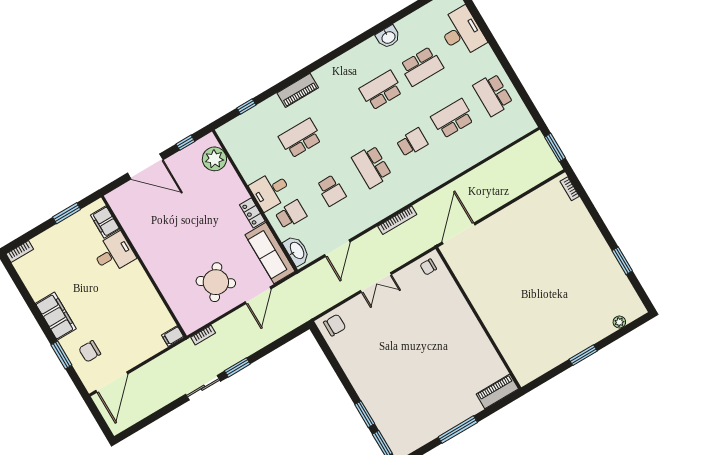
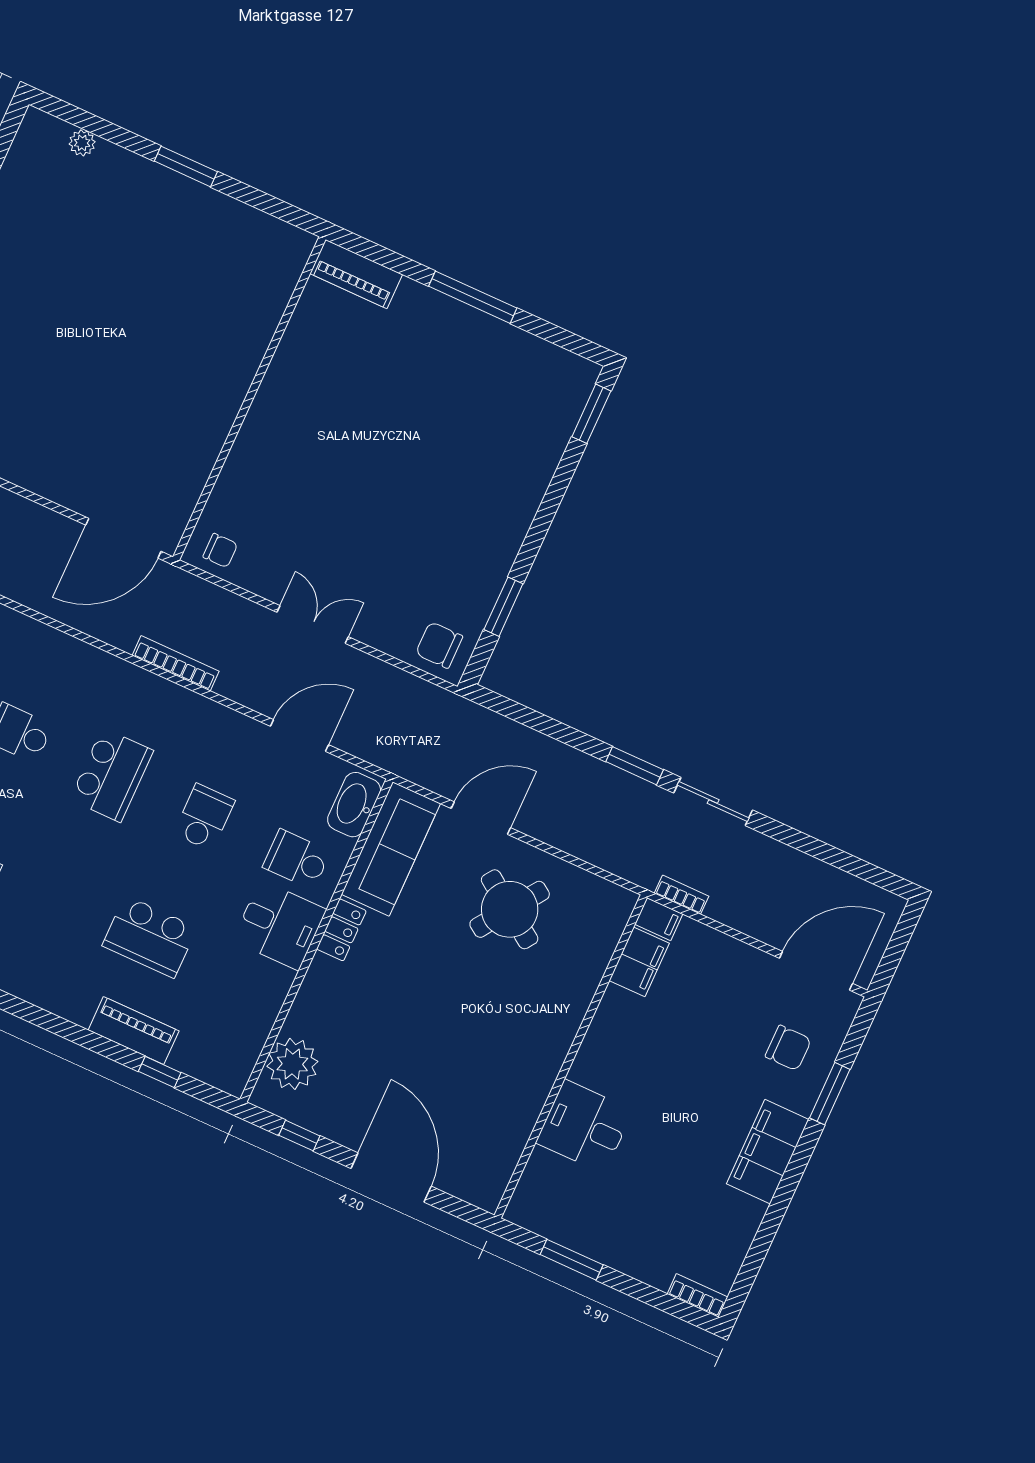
piano: (298, 90) -> (134, 1031), moved
filing cabinet: (105, 222) -> (639, 962), moved
bookcase: (203, 335) -> (682, 895), moved
window: (365, 414) -> (503, 607), moved

